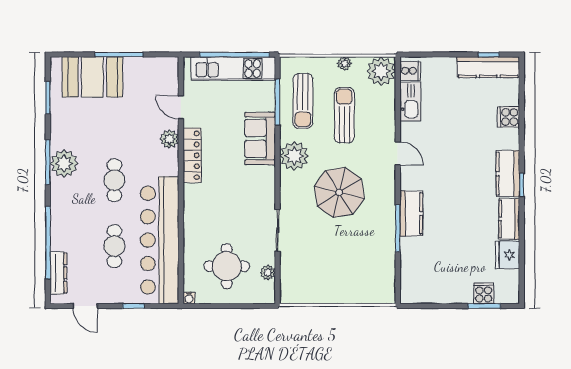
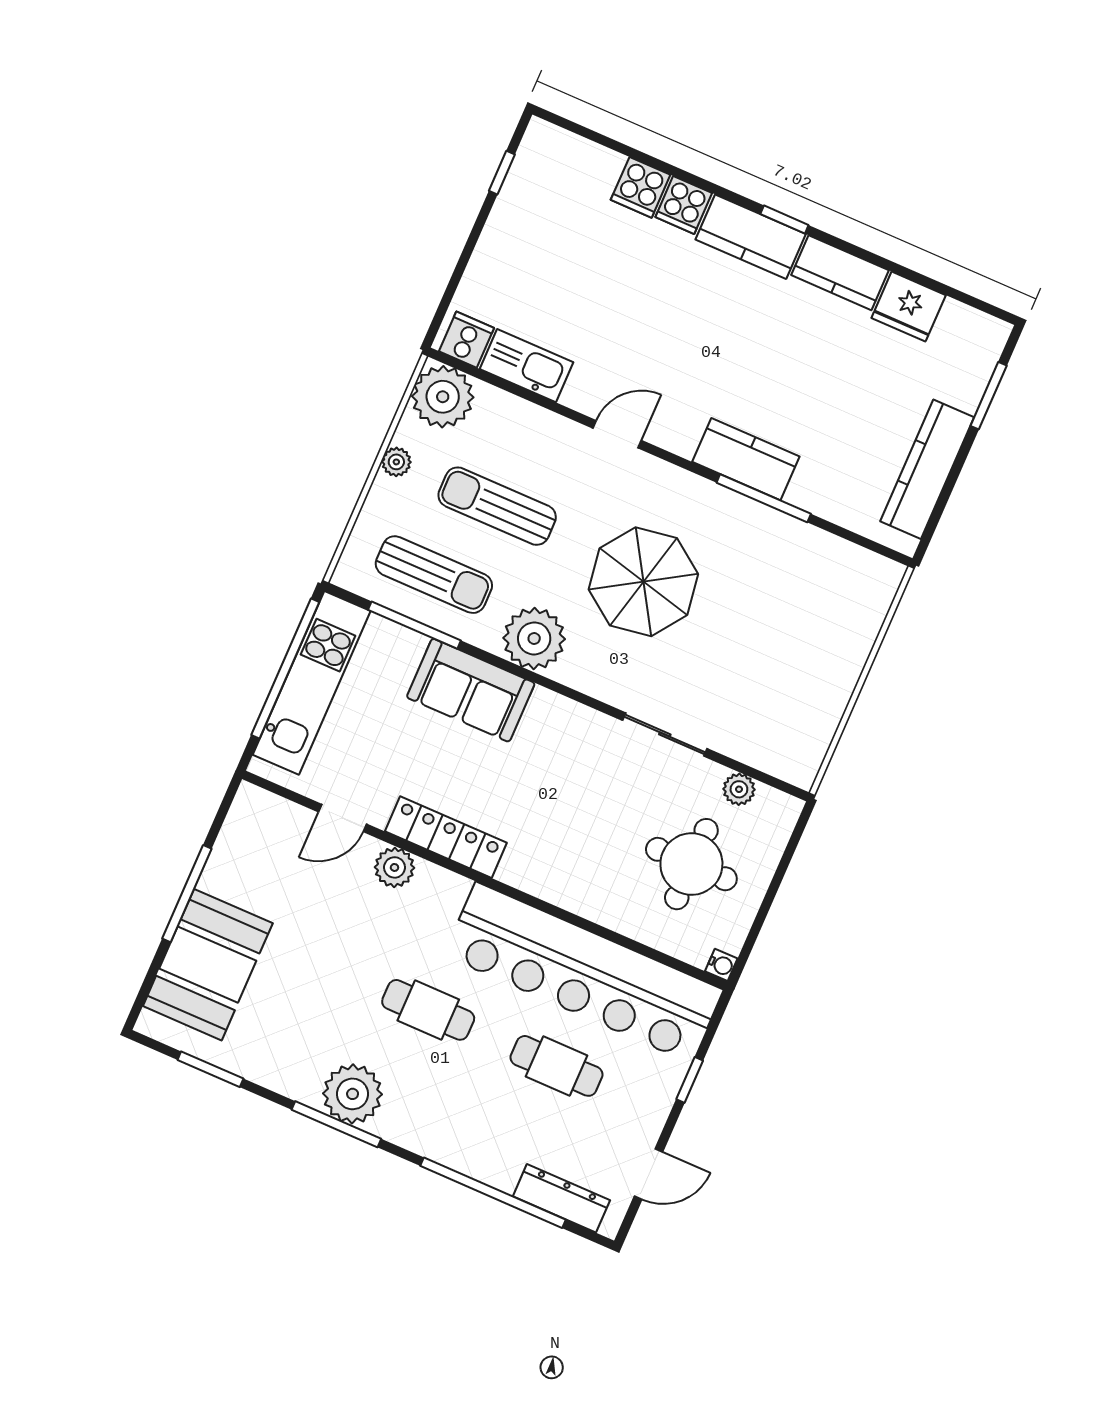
kitchen counter: (488, 67) -> (927, 469), moved, turned 180
cooker: (484, 293) -> (684, 205), moved, turned -90

